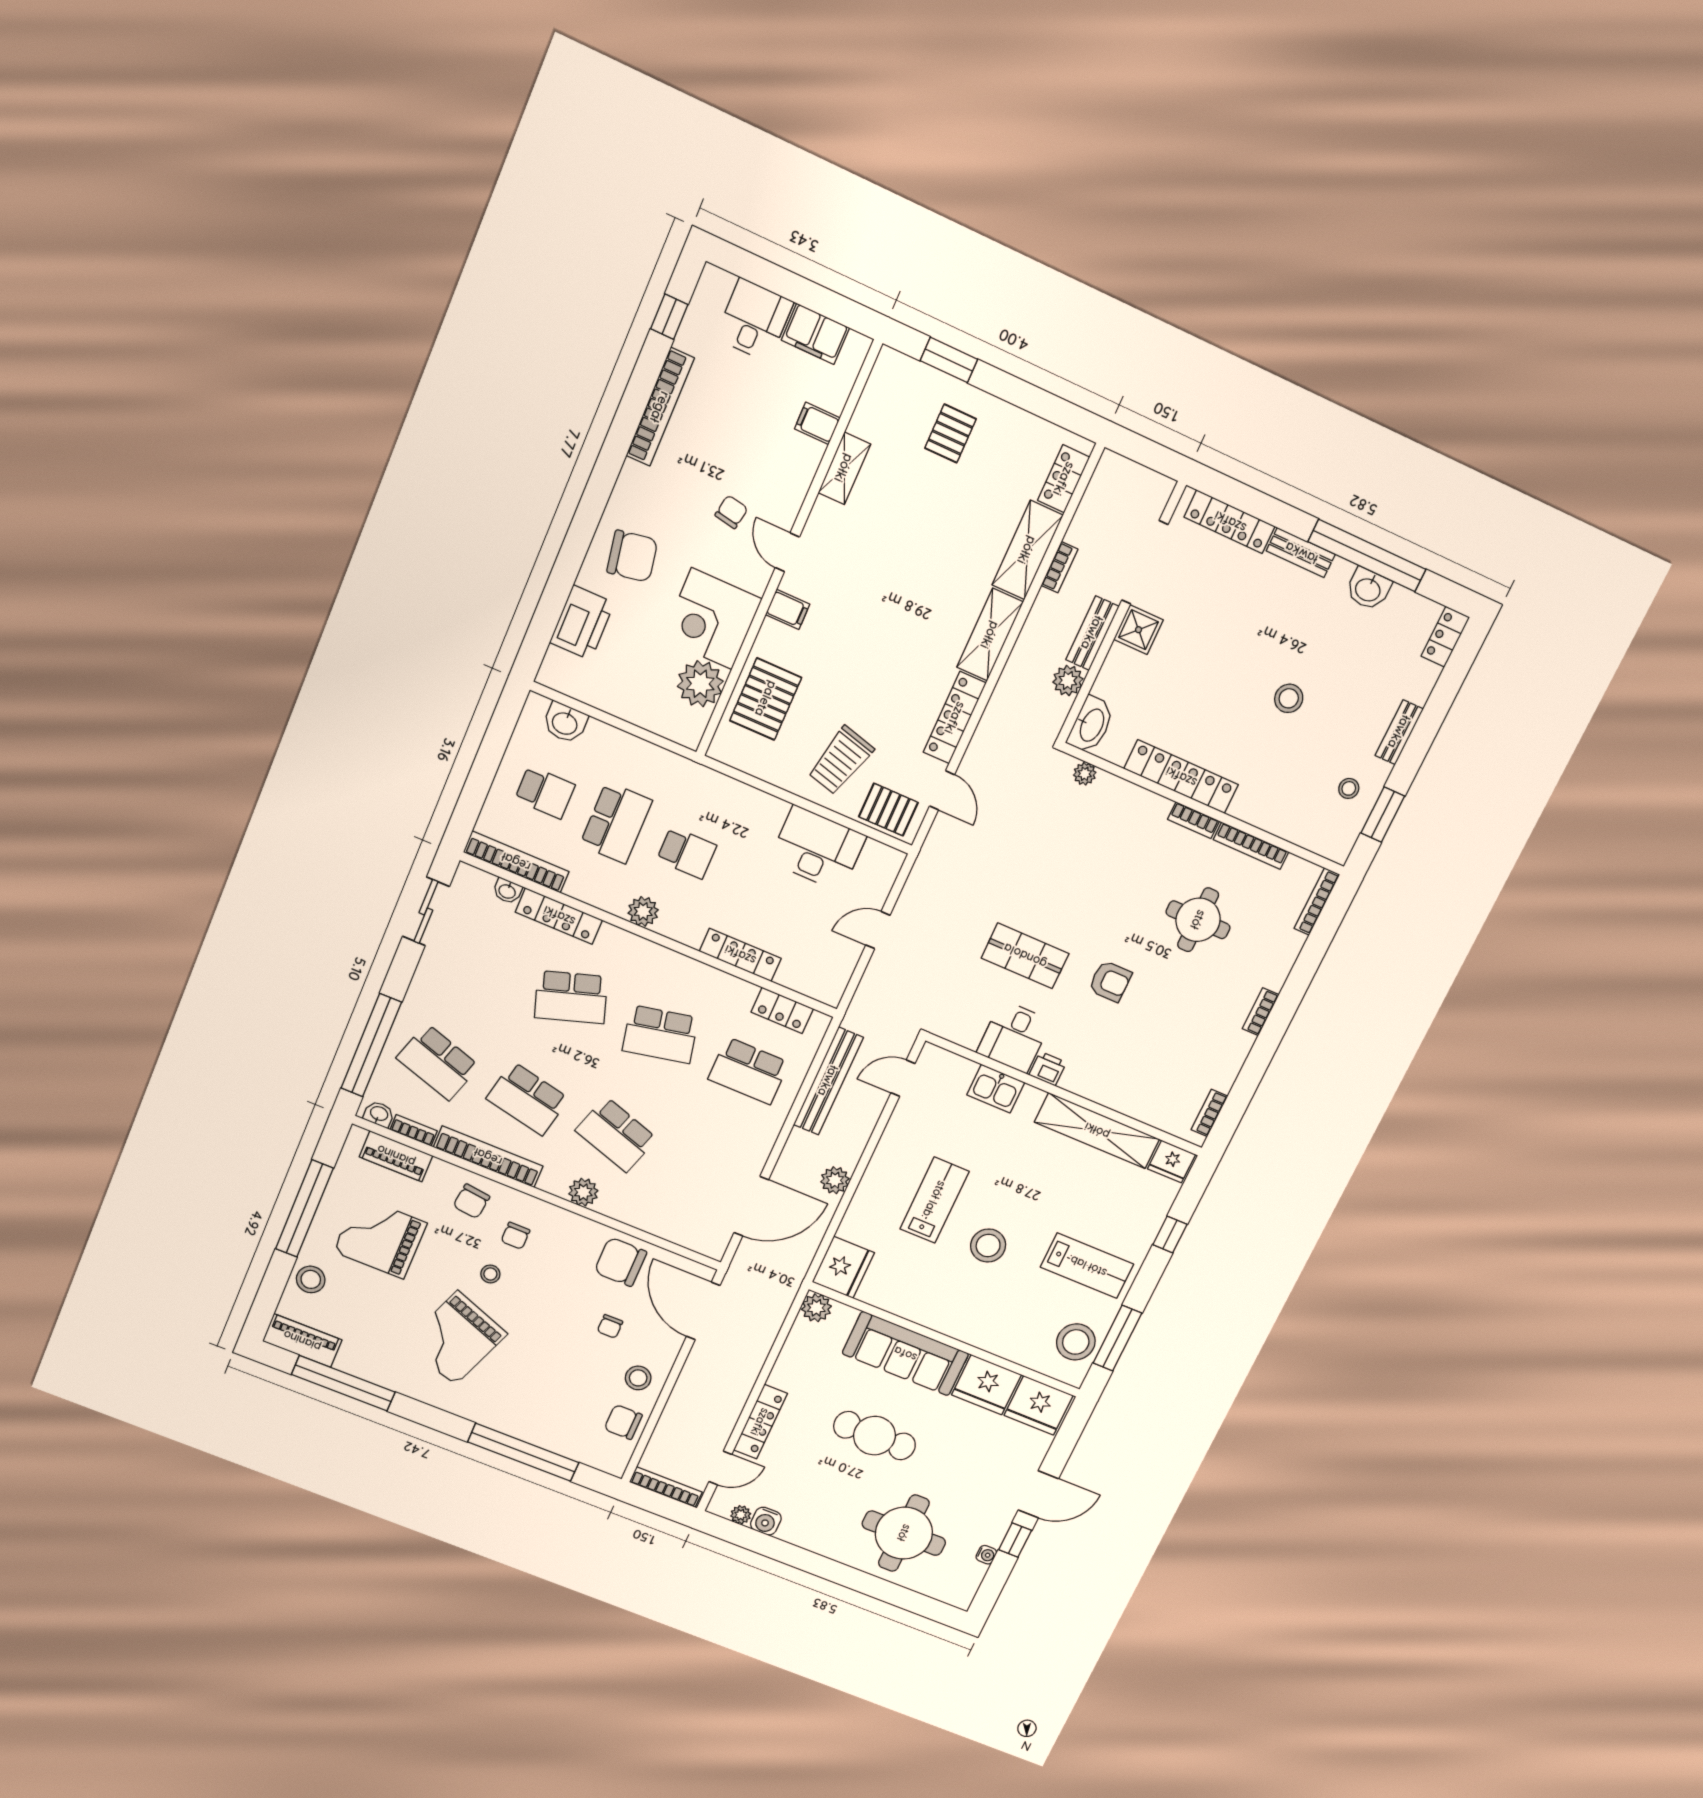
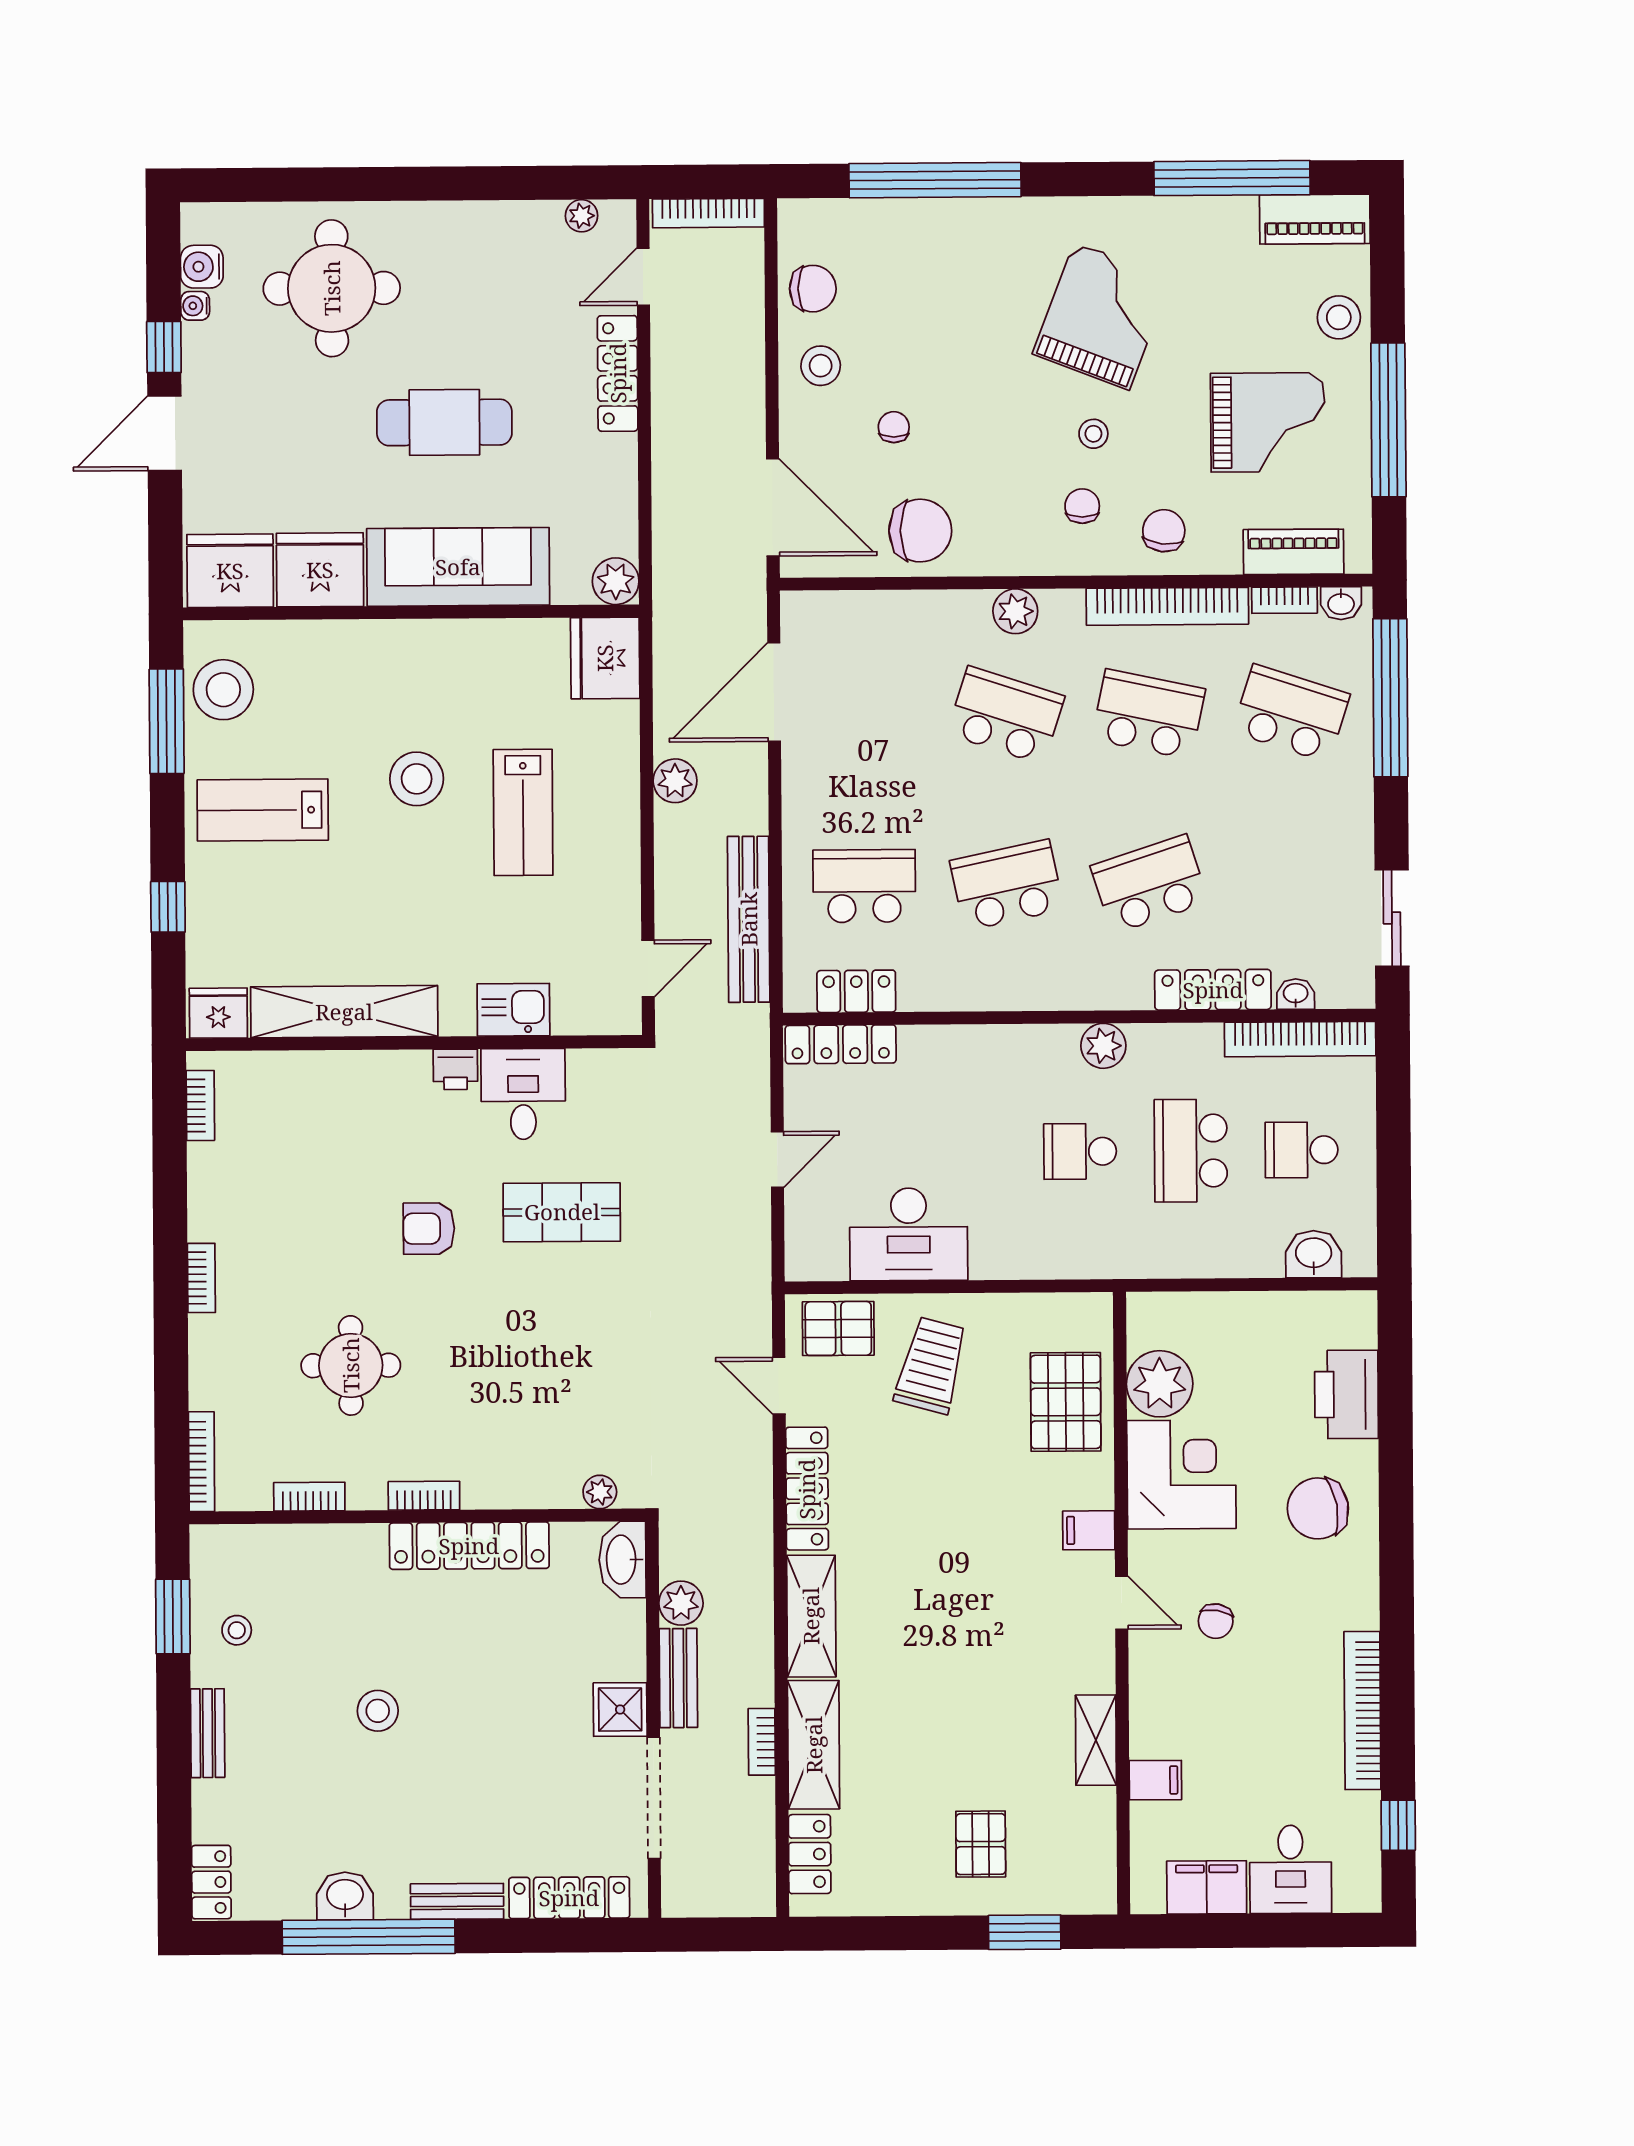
bookcase: (1251, 846) -> (309, 1497), width x0.64
locker: (740, 955) -> (841, 1044), moved
water cooler: (766, 1521) -> (202, 267), moved, turned -90

